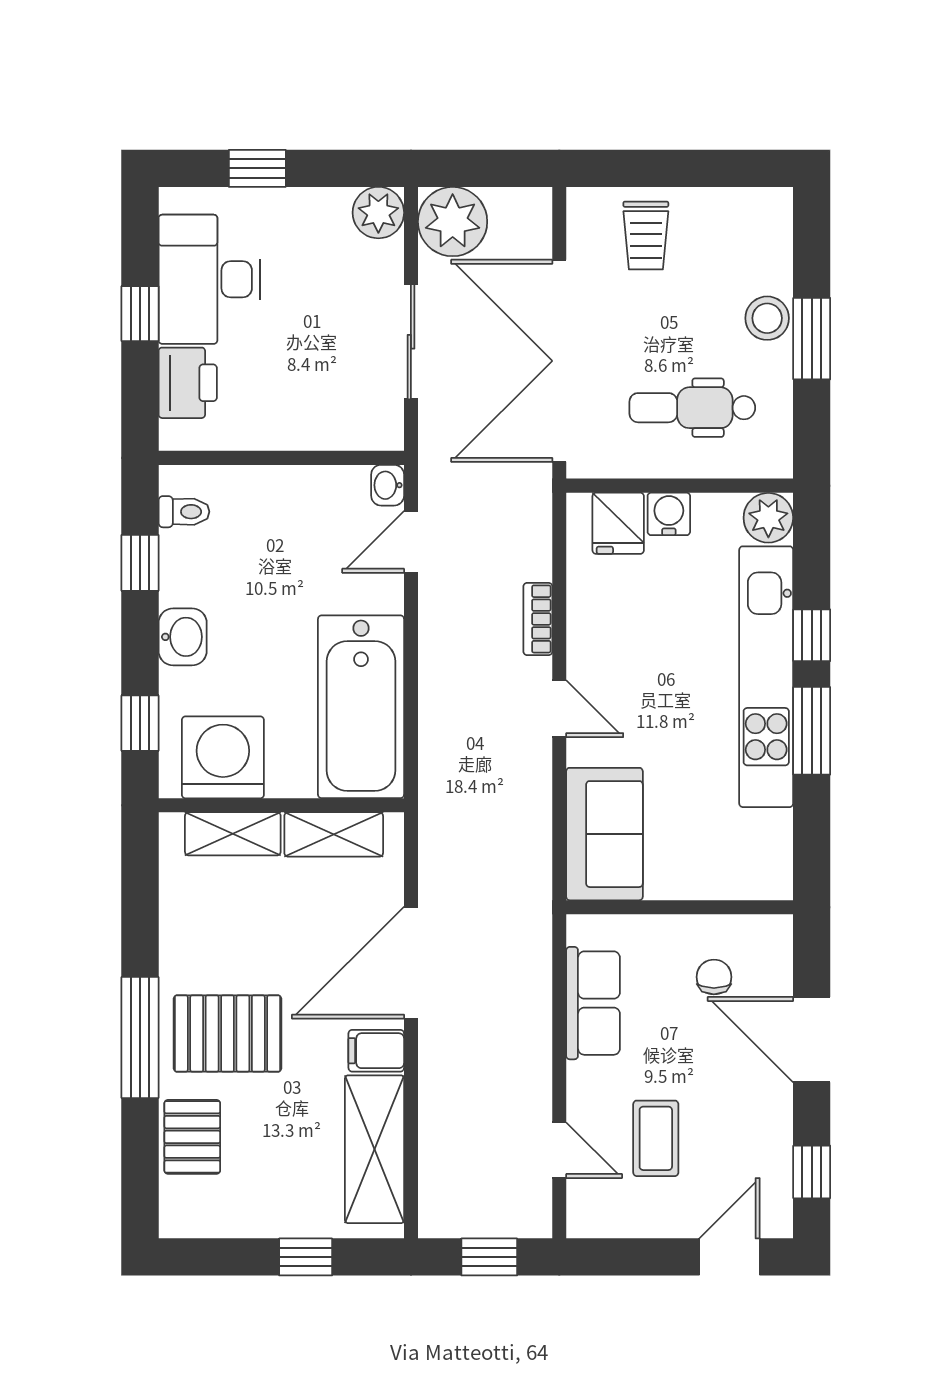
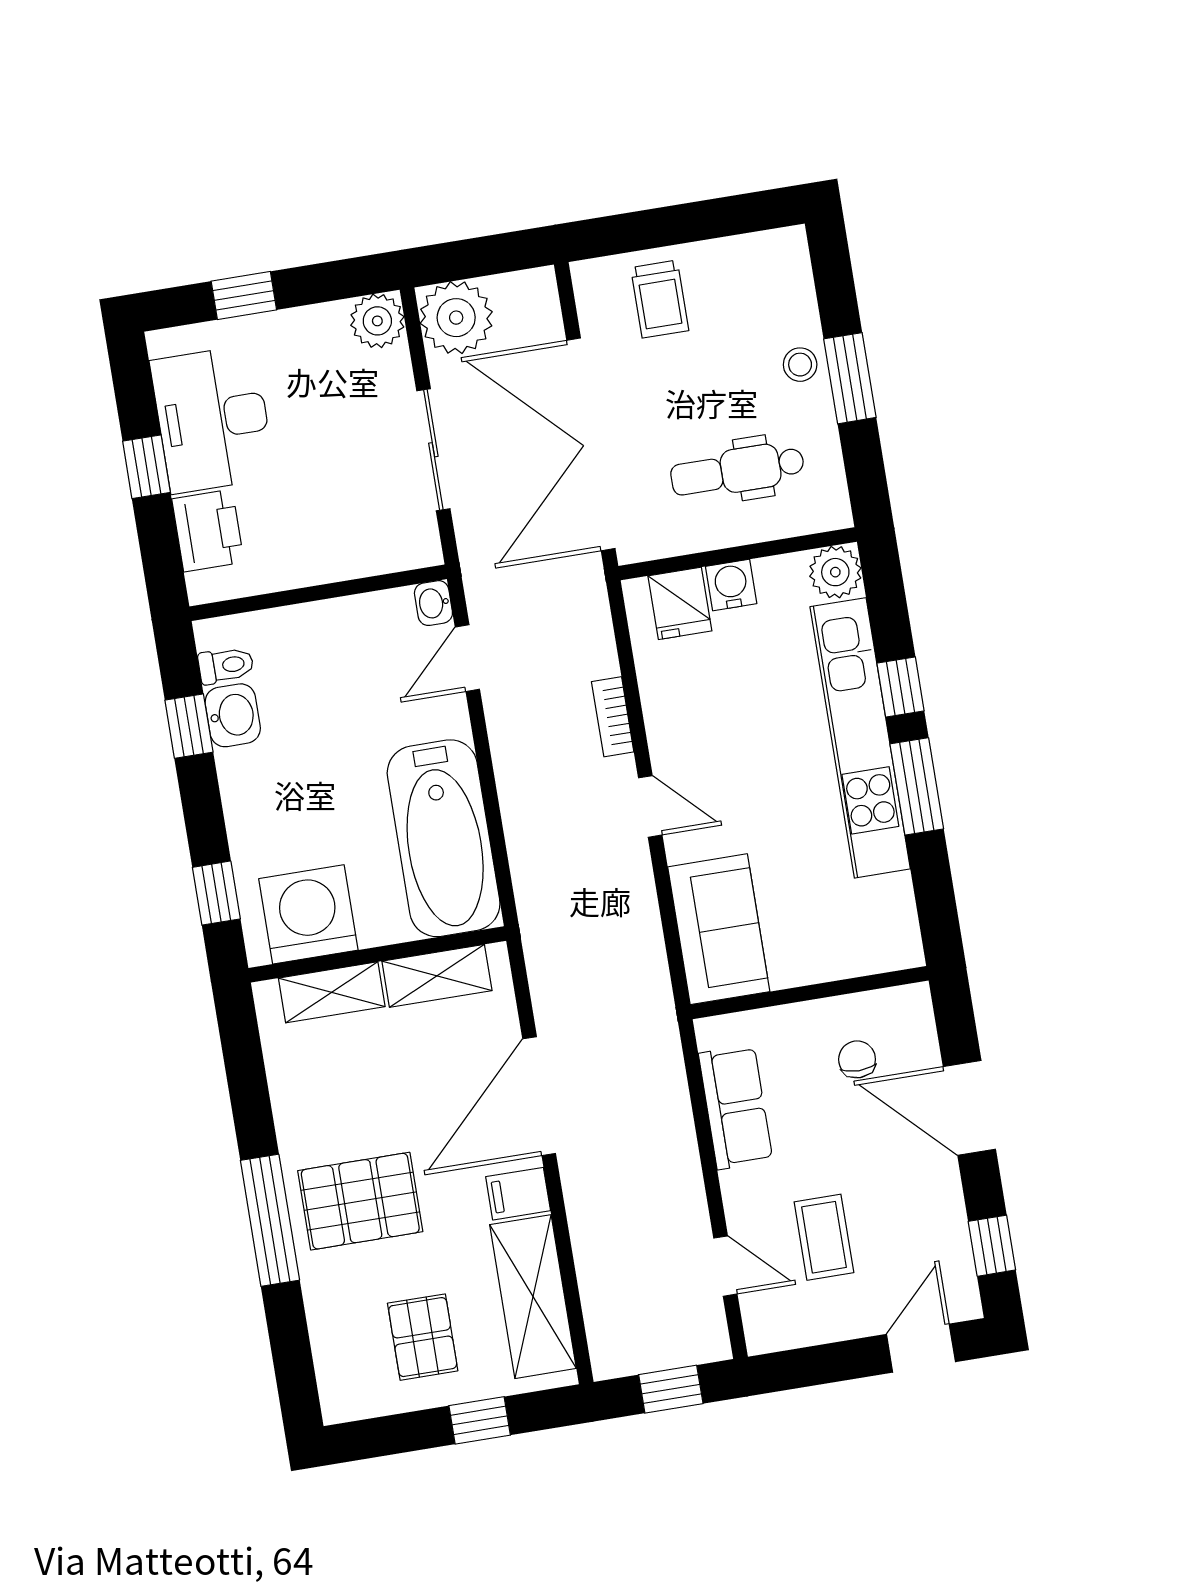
stool: (767, 318) -> (800, 365), width x0.73, depth x0.73
washbasin: (183, 637) -> (233, 715), moved
pallet: (192, 1137) -> (423, 1337), moved

